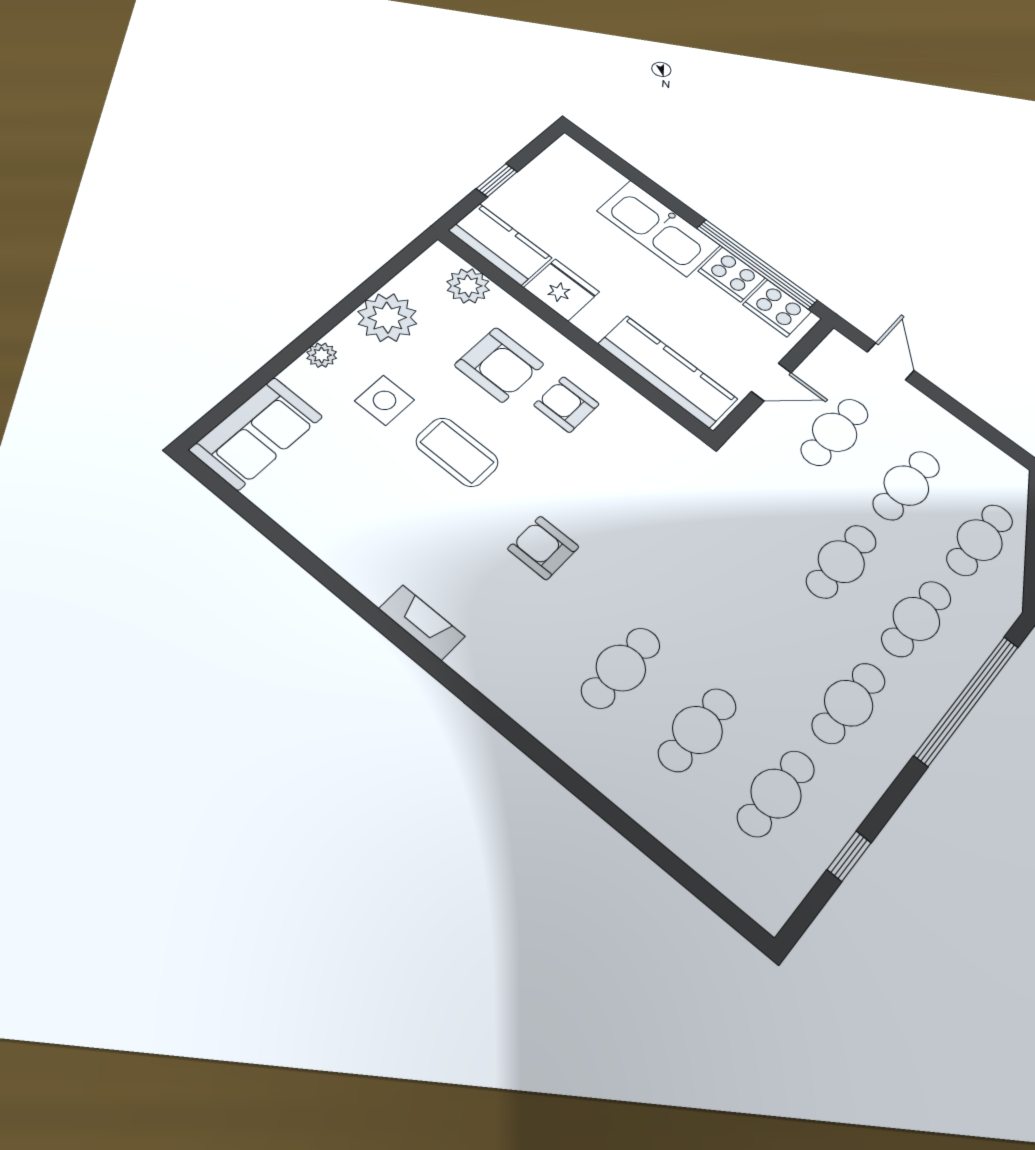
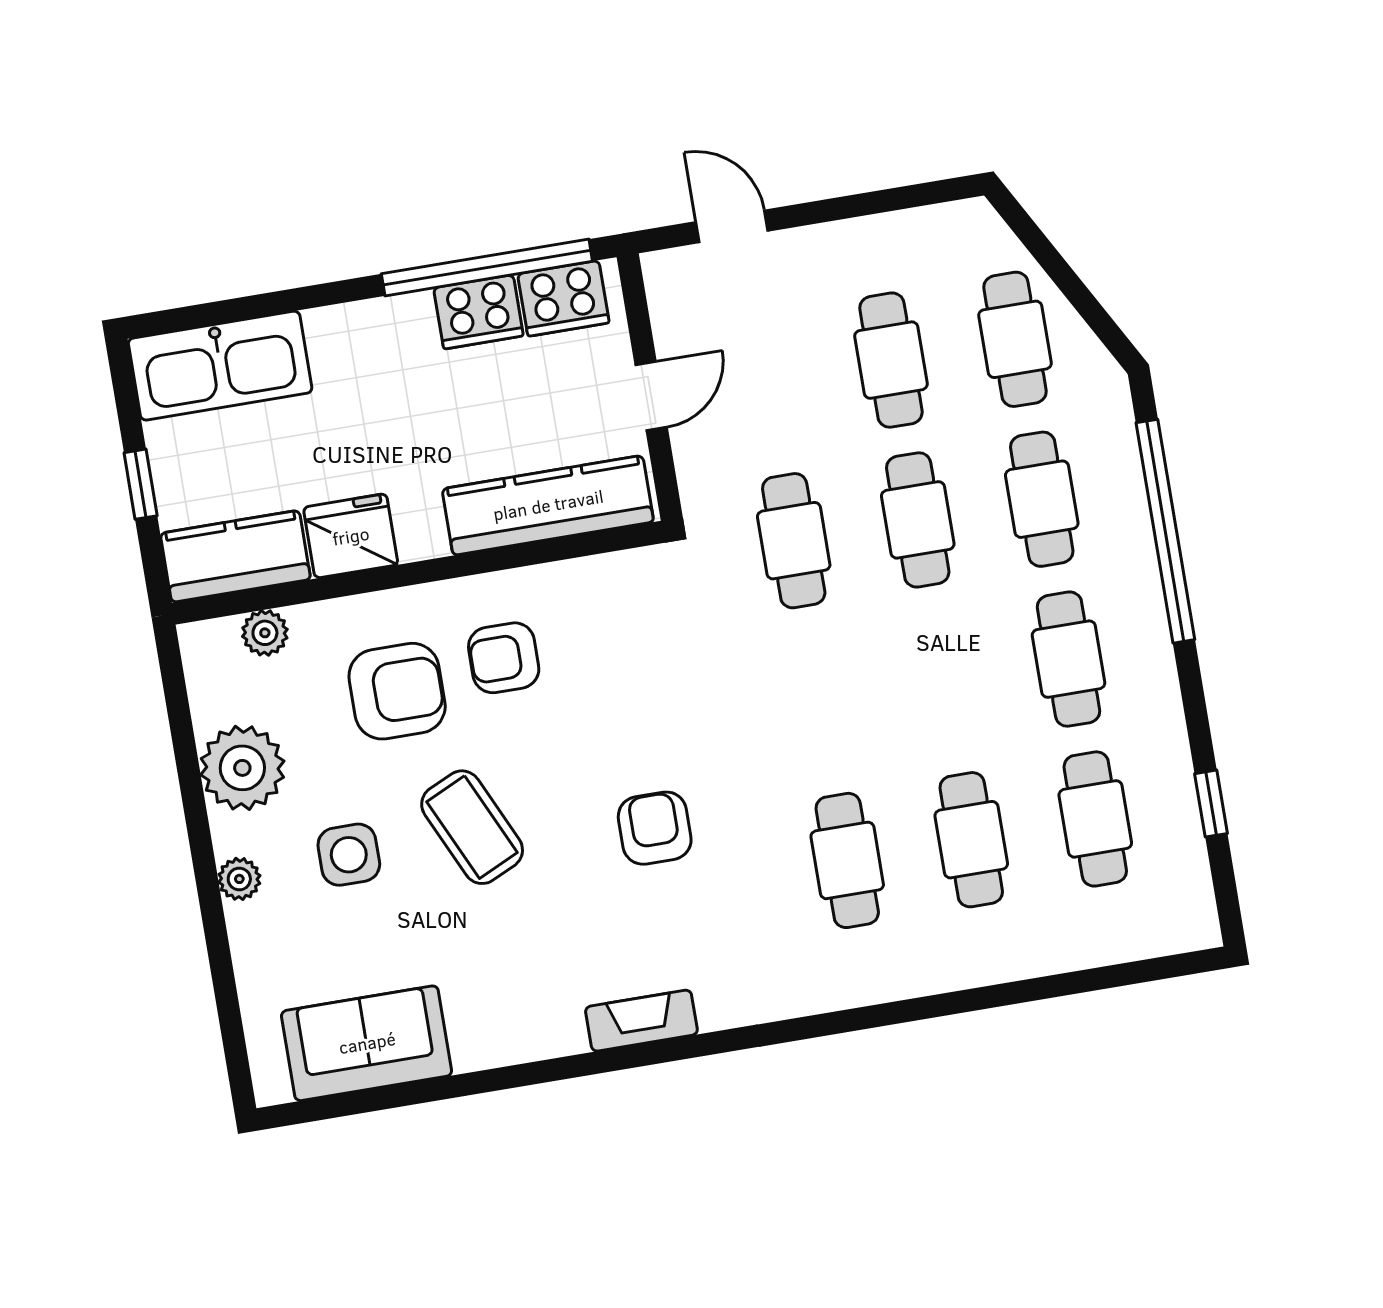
kitchen sink: (658, 228) -> (220, 366), moved
plant: (468, 286) -> (265, 633), width x0.73, depth x0.73
cafe table: (835, 432) -> (794, 541), moved
sofa: (256, 433) -> (367, 1043), moved, turned -90
coffee table: (457, 452) -> (472, 827), turned 65
armchair: (543, 548) -> (655, 828), turned 90

